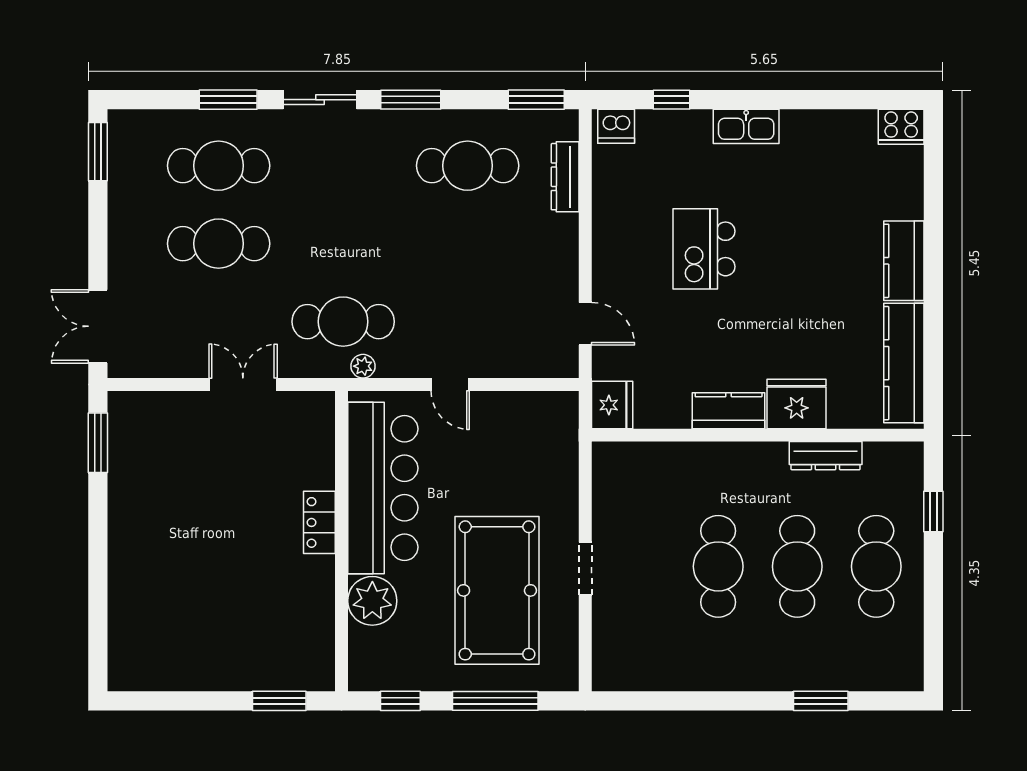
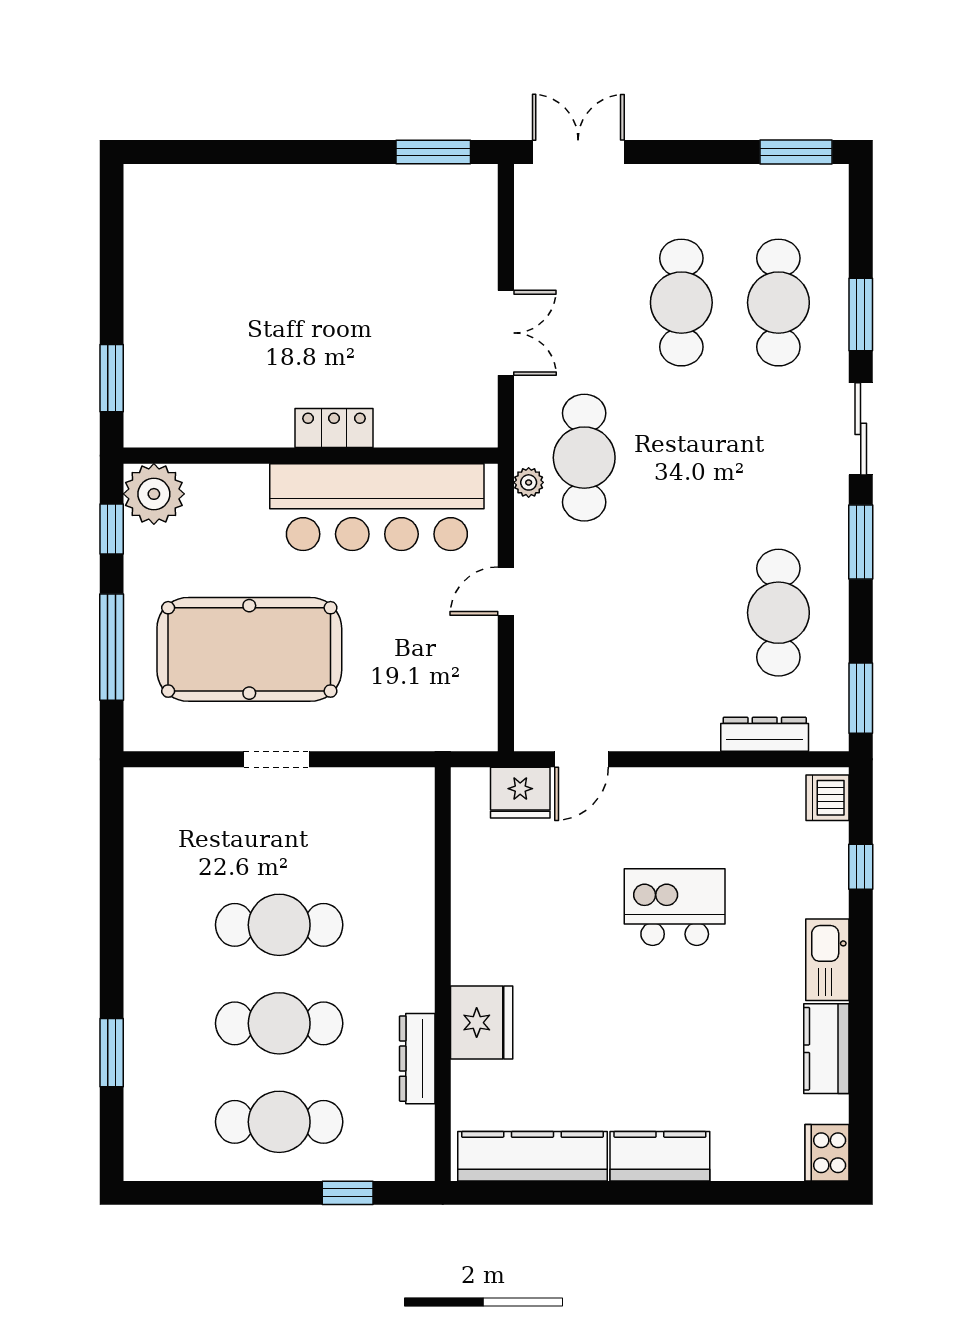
fridge: (612, 405) -> (520, 793), moved
kitchen counter: (729, 411) -> (826, 1049), moved, turned 180
plant: (372, 601) -> (154, 494), moved

